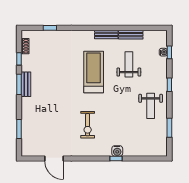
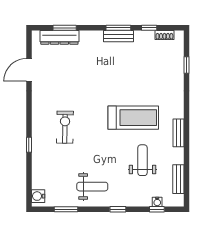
bench: (131, 35) -> (178, 179), moved
weight bench: (129, 64) -> (143, 160), turned -90
weight bench: (151, 106) -> (92, 187), turned 180
exercise bike: (88, 125) -> (65, 127), moved, turned 91
dresser: (27, 133) -> (59, 37), added
water cooler: (117, 151) -> (38, 196), moved

